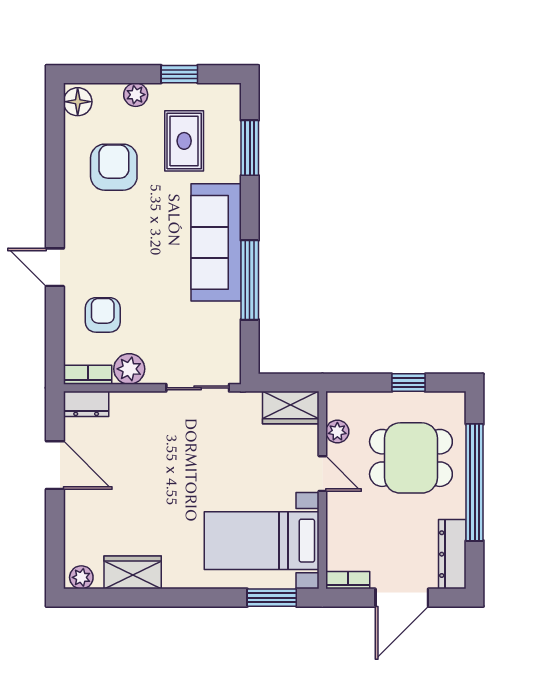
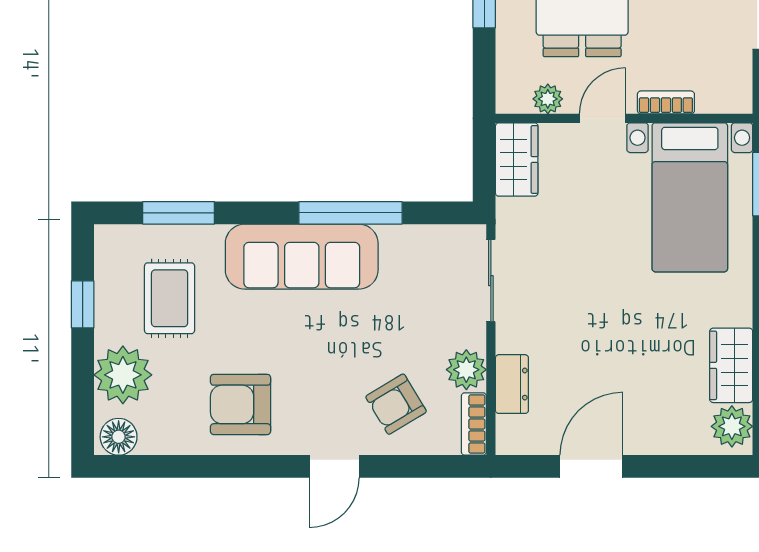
plant: (136, 95) -> (123, 375), width x1.88, depth x1.88
rug: (184, 141) -> (170, 298), turned 90
armchair: (114, 167) -> (241, 404), moved
armchair: (103, 315) -> (396, 404), turned -31
dresser: (86, 404) -> (512, 384), moved
plant: (81, 577) -> (732, 426), width x1.38, depth x1.38
bookcase: (348, 580) -> (666, 102), moved, turned 90

